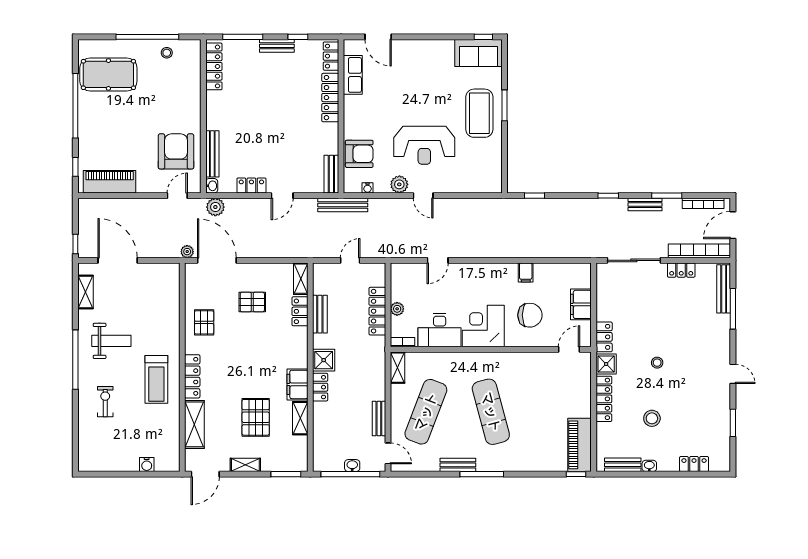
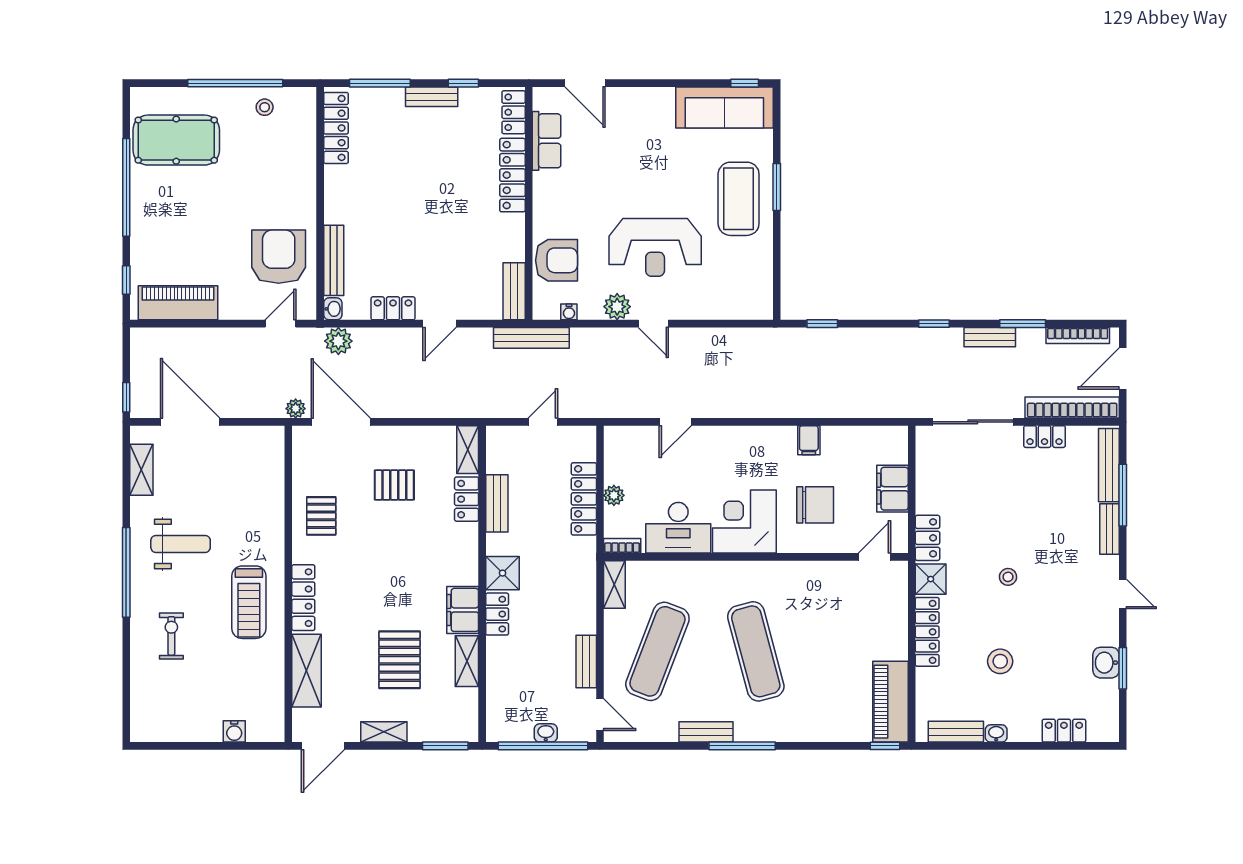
sofa: (479, 53) -> (724, 107), width x1.36
bench: (724, 331) -> (1109, 529), added
washbasin: (722, 419) -> (1106, 663), added

